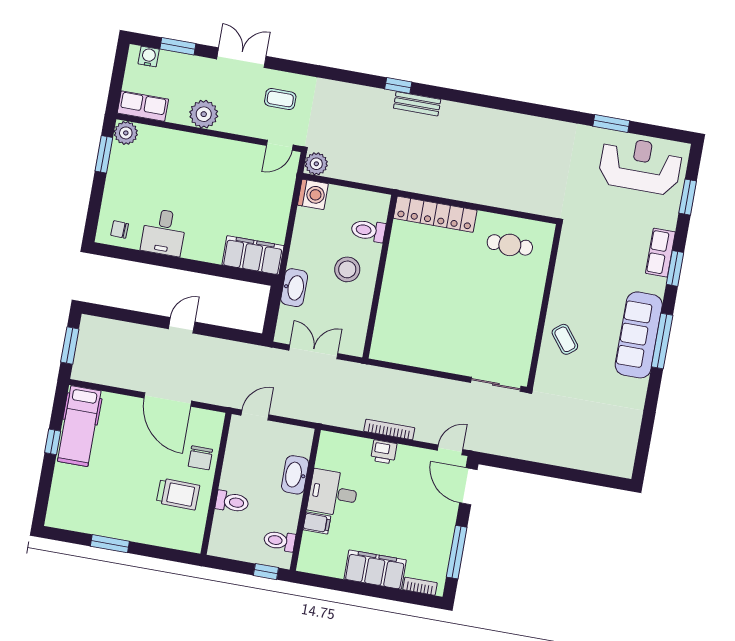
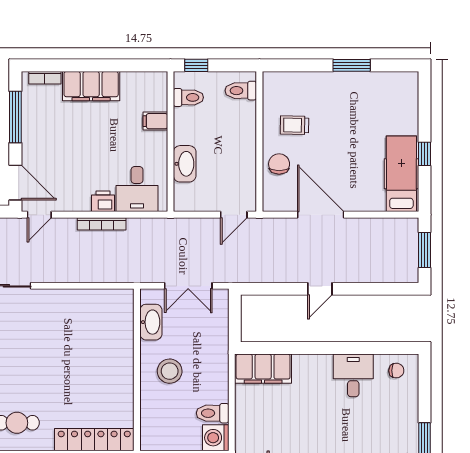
toilet: (368, 231) -> (213, 413), moved, turned 180
washbasin: (294, 288) -> (151, 322), moved, turned 180
desk: (333, 493) -> (137, 189), moved, turned 90
trolley: (178, 494) -> (294, 125), width x0.73, depth x0.72
toilet: (232, 502) -> (241, 91), moved

